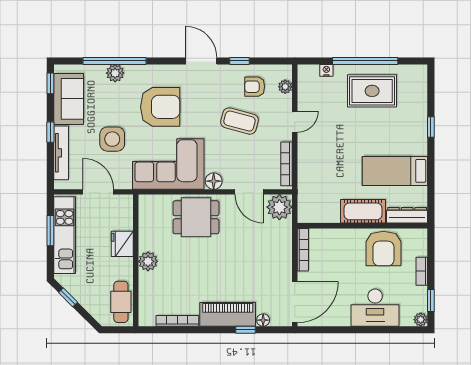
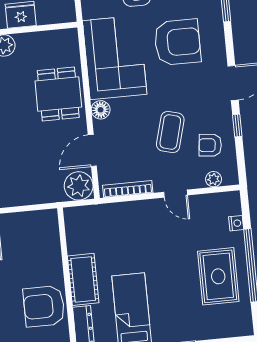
armchair: (255, 87) -> (210, 145), turned -84
armchair: (160, 107) -> (177, 42), turned -90
bookcase: (303, 250) -> (34, 217), removed

